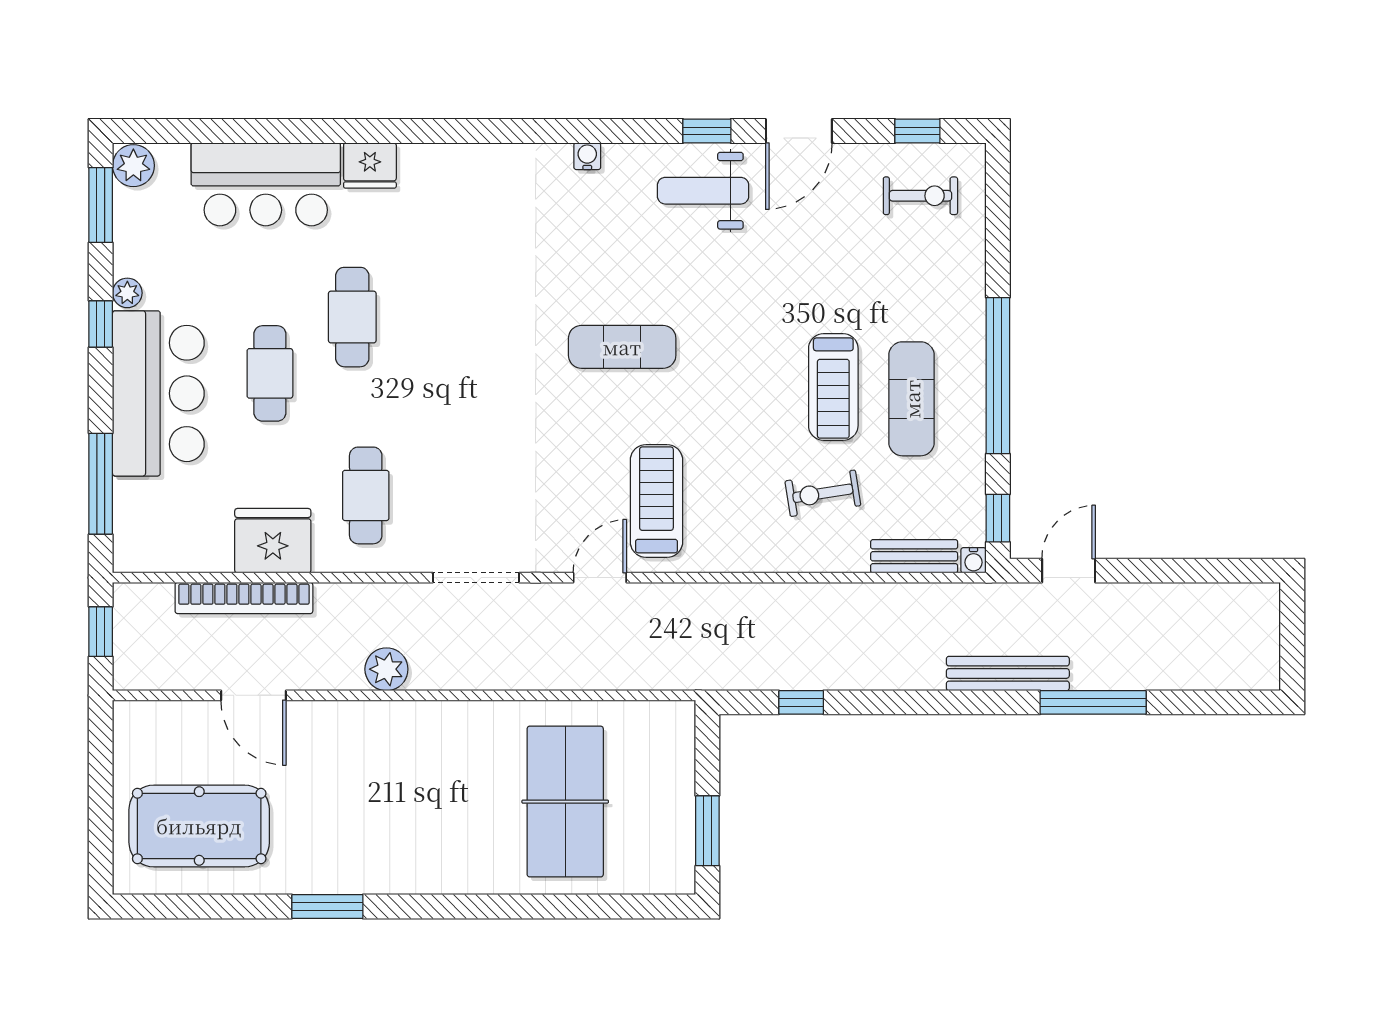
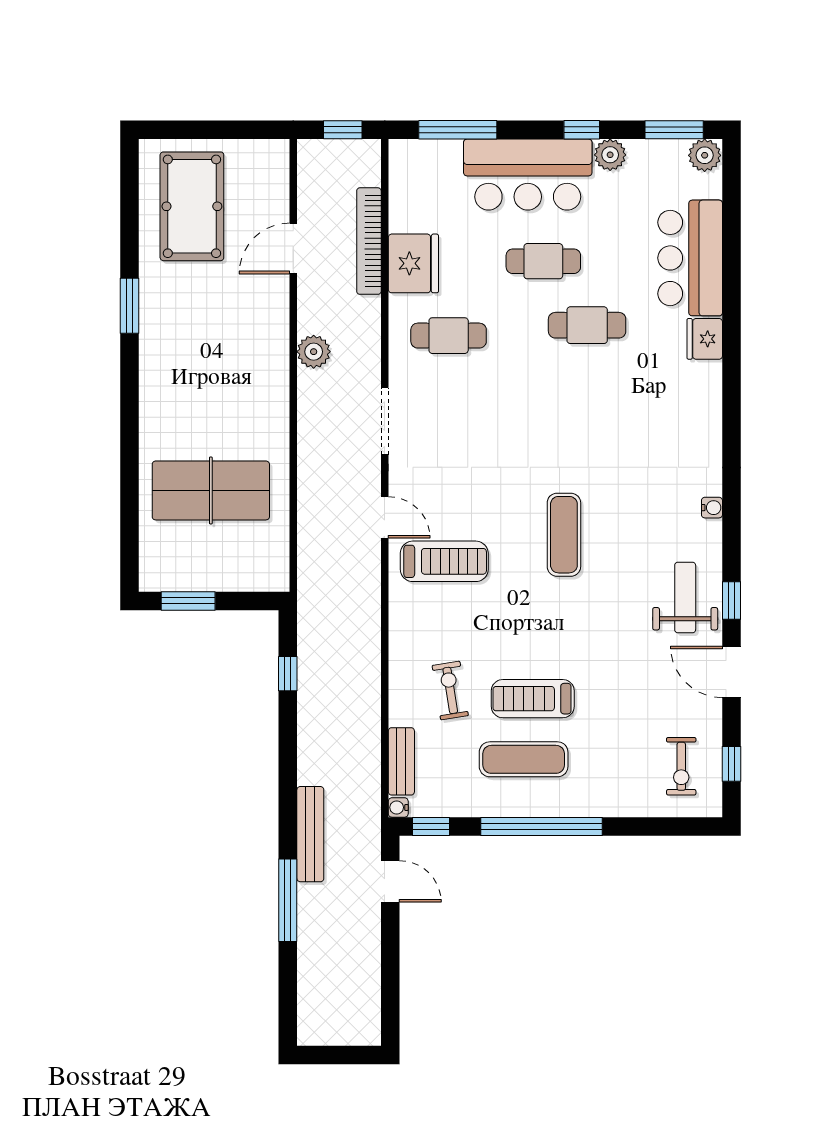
plant: (127, 293) -> (610, 155), width x1.38, depth x1.38

